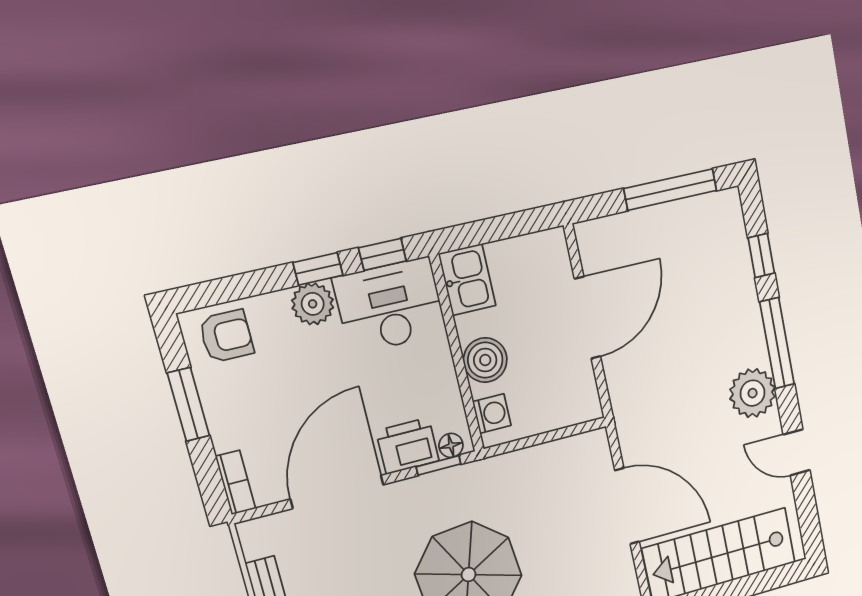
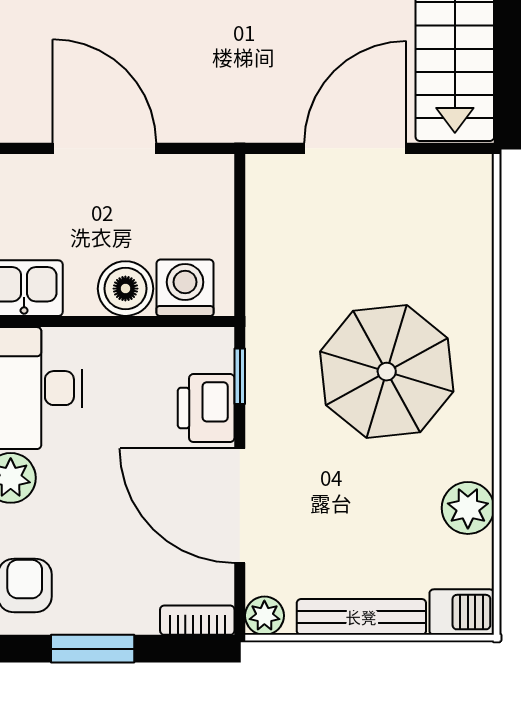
washing machine: (492, 413) -> (185, 288), width x1.38, depth x1.38
floor lamp: (451, 445) -> (219, 355), removed
plant: (254, 534) -> (264, 616), added

